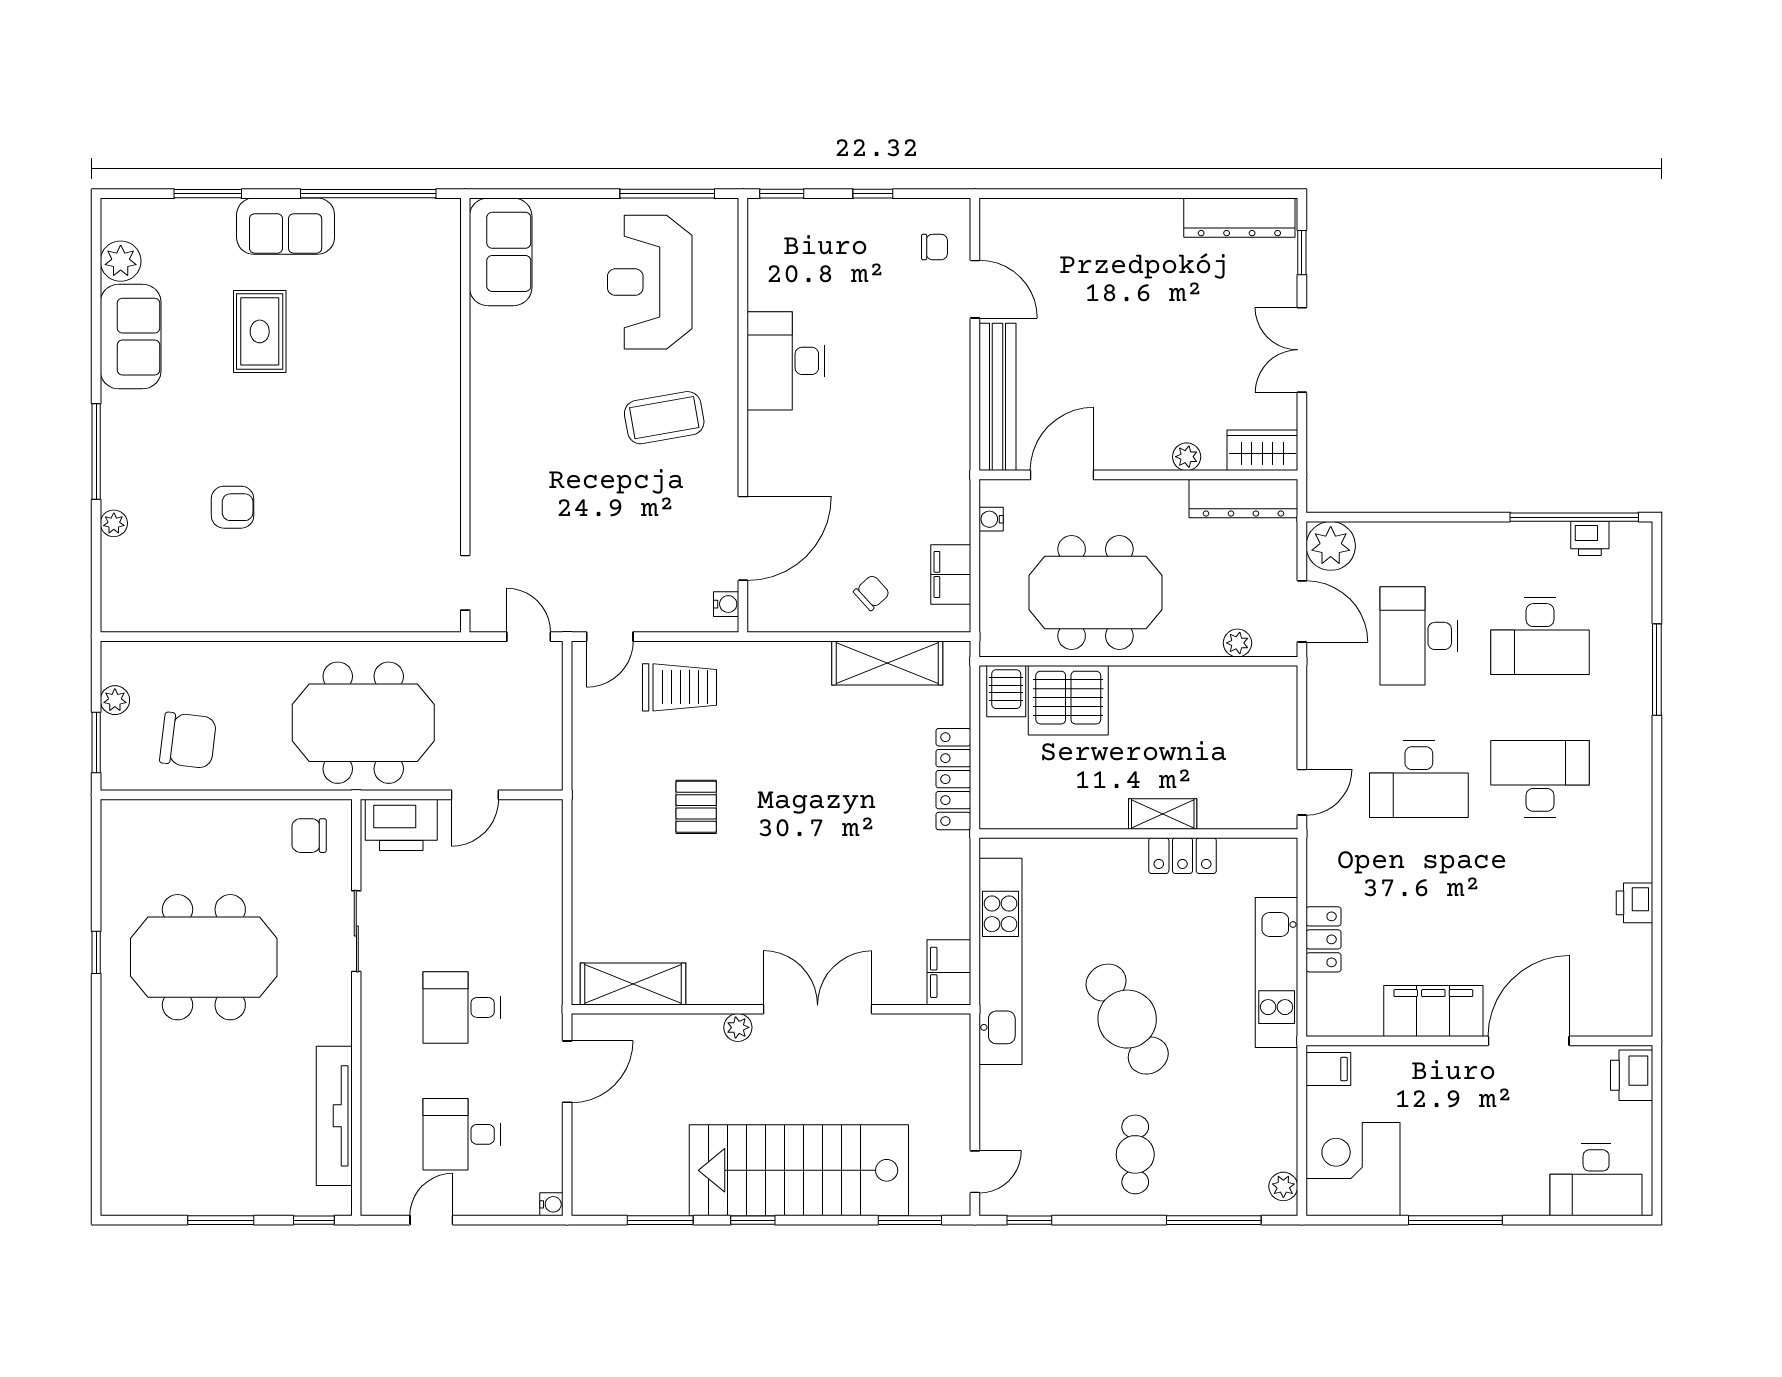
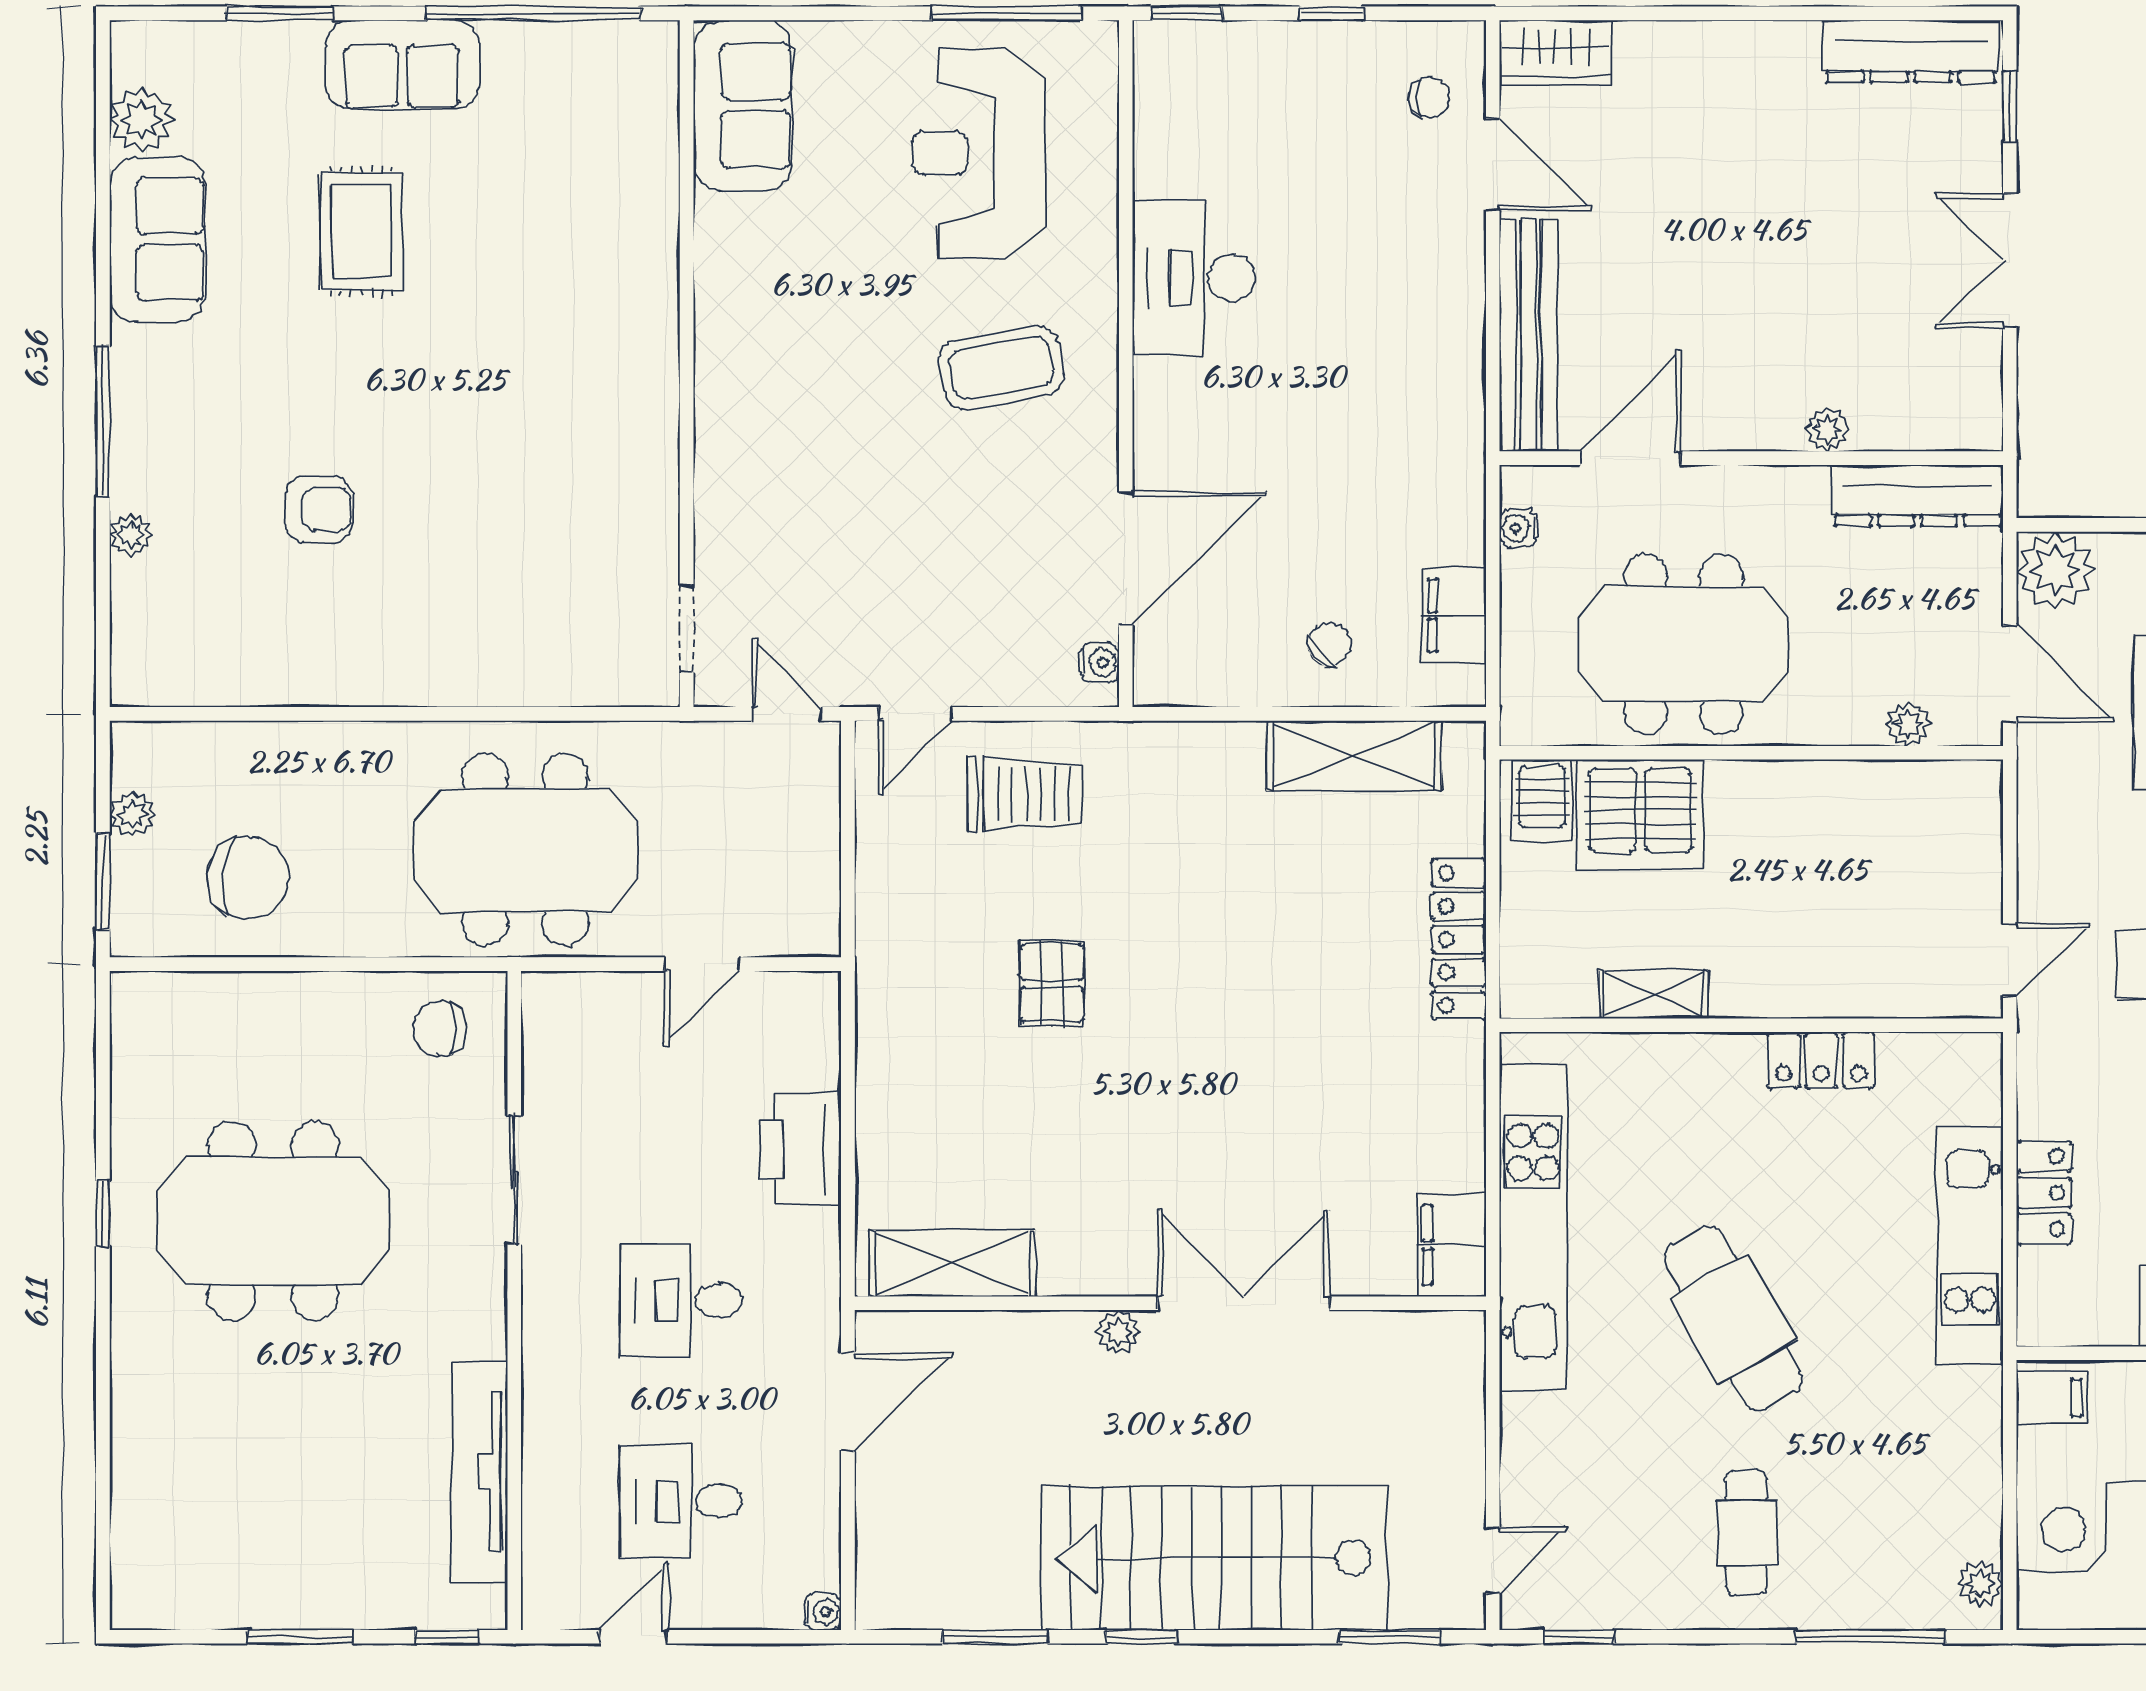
wardrobe: (1262, 450) -> (1555, 52), moved, turned 180
shelving: (1163, 814) -> (1654, 994), moved
printer: (401, 825) -> (800, 1150), moved, turned 90

